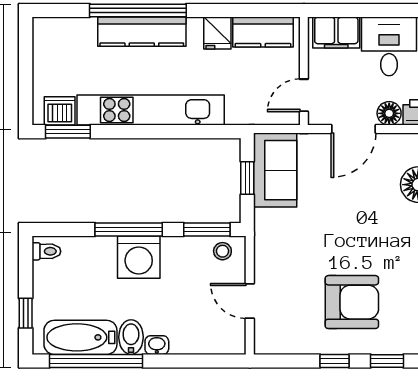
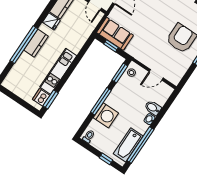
kitchen counter: (142, 32) -> (36, 43), width x0.67
kitchen unit: (151, 110) -> (58, 71), width x0.73
washing machine: (139, 257) -> (106, 115), moved
bidet: (131, 337) -> (153, 108), moved

